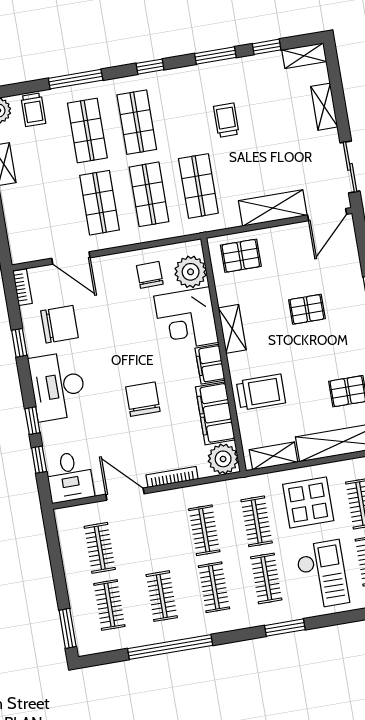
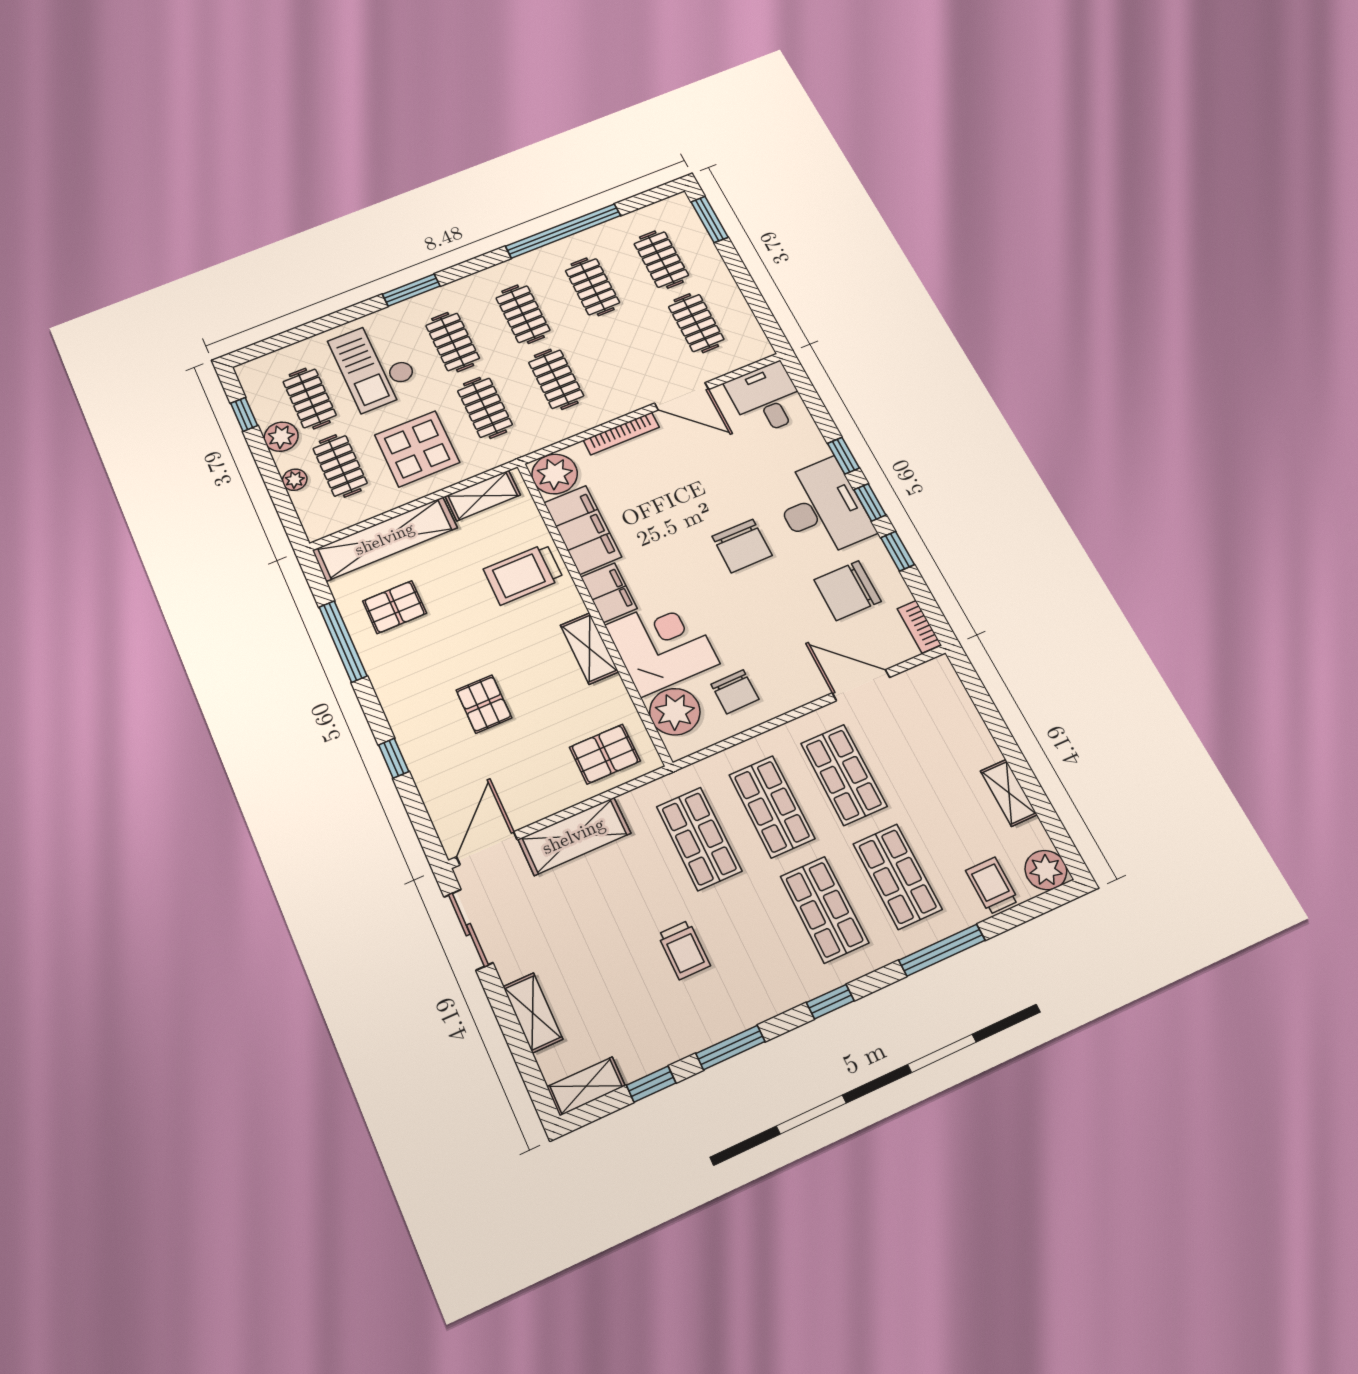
pallet: (307, 309) -> (484, 704), turned 90
chair: (143, 399) -> (742, 546), moved
window: (39, 460) -> (870, 502), moved

